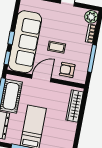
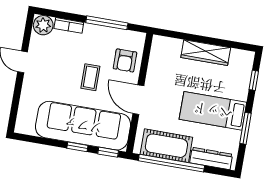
wardrobe: (75, 106) -> (206, 53), moved

